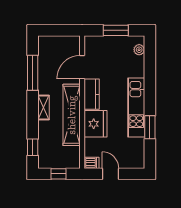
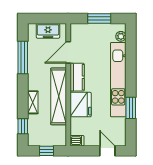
freezer: (60, 44) -> (48, 31), added
shelving: (44, 107) -> (33, 102), moved
kitchen unit: (136, 108) -> (118, 80), width x1.36
door: (111, 174) -> (107, 151), moved

